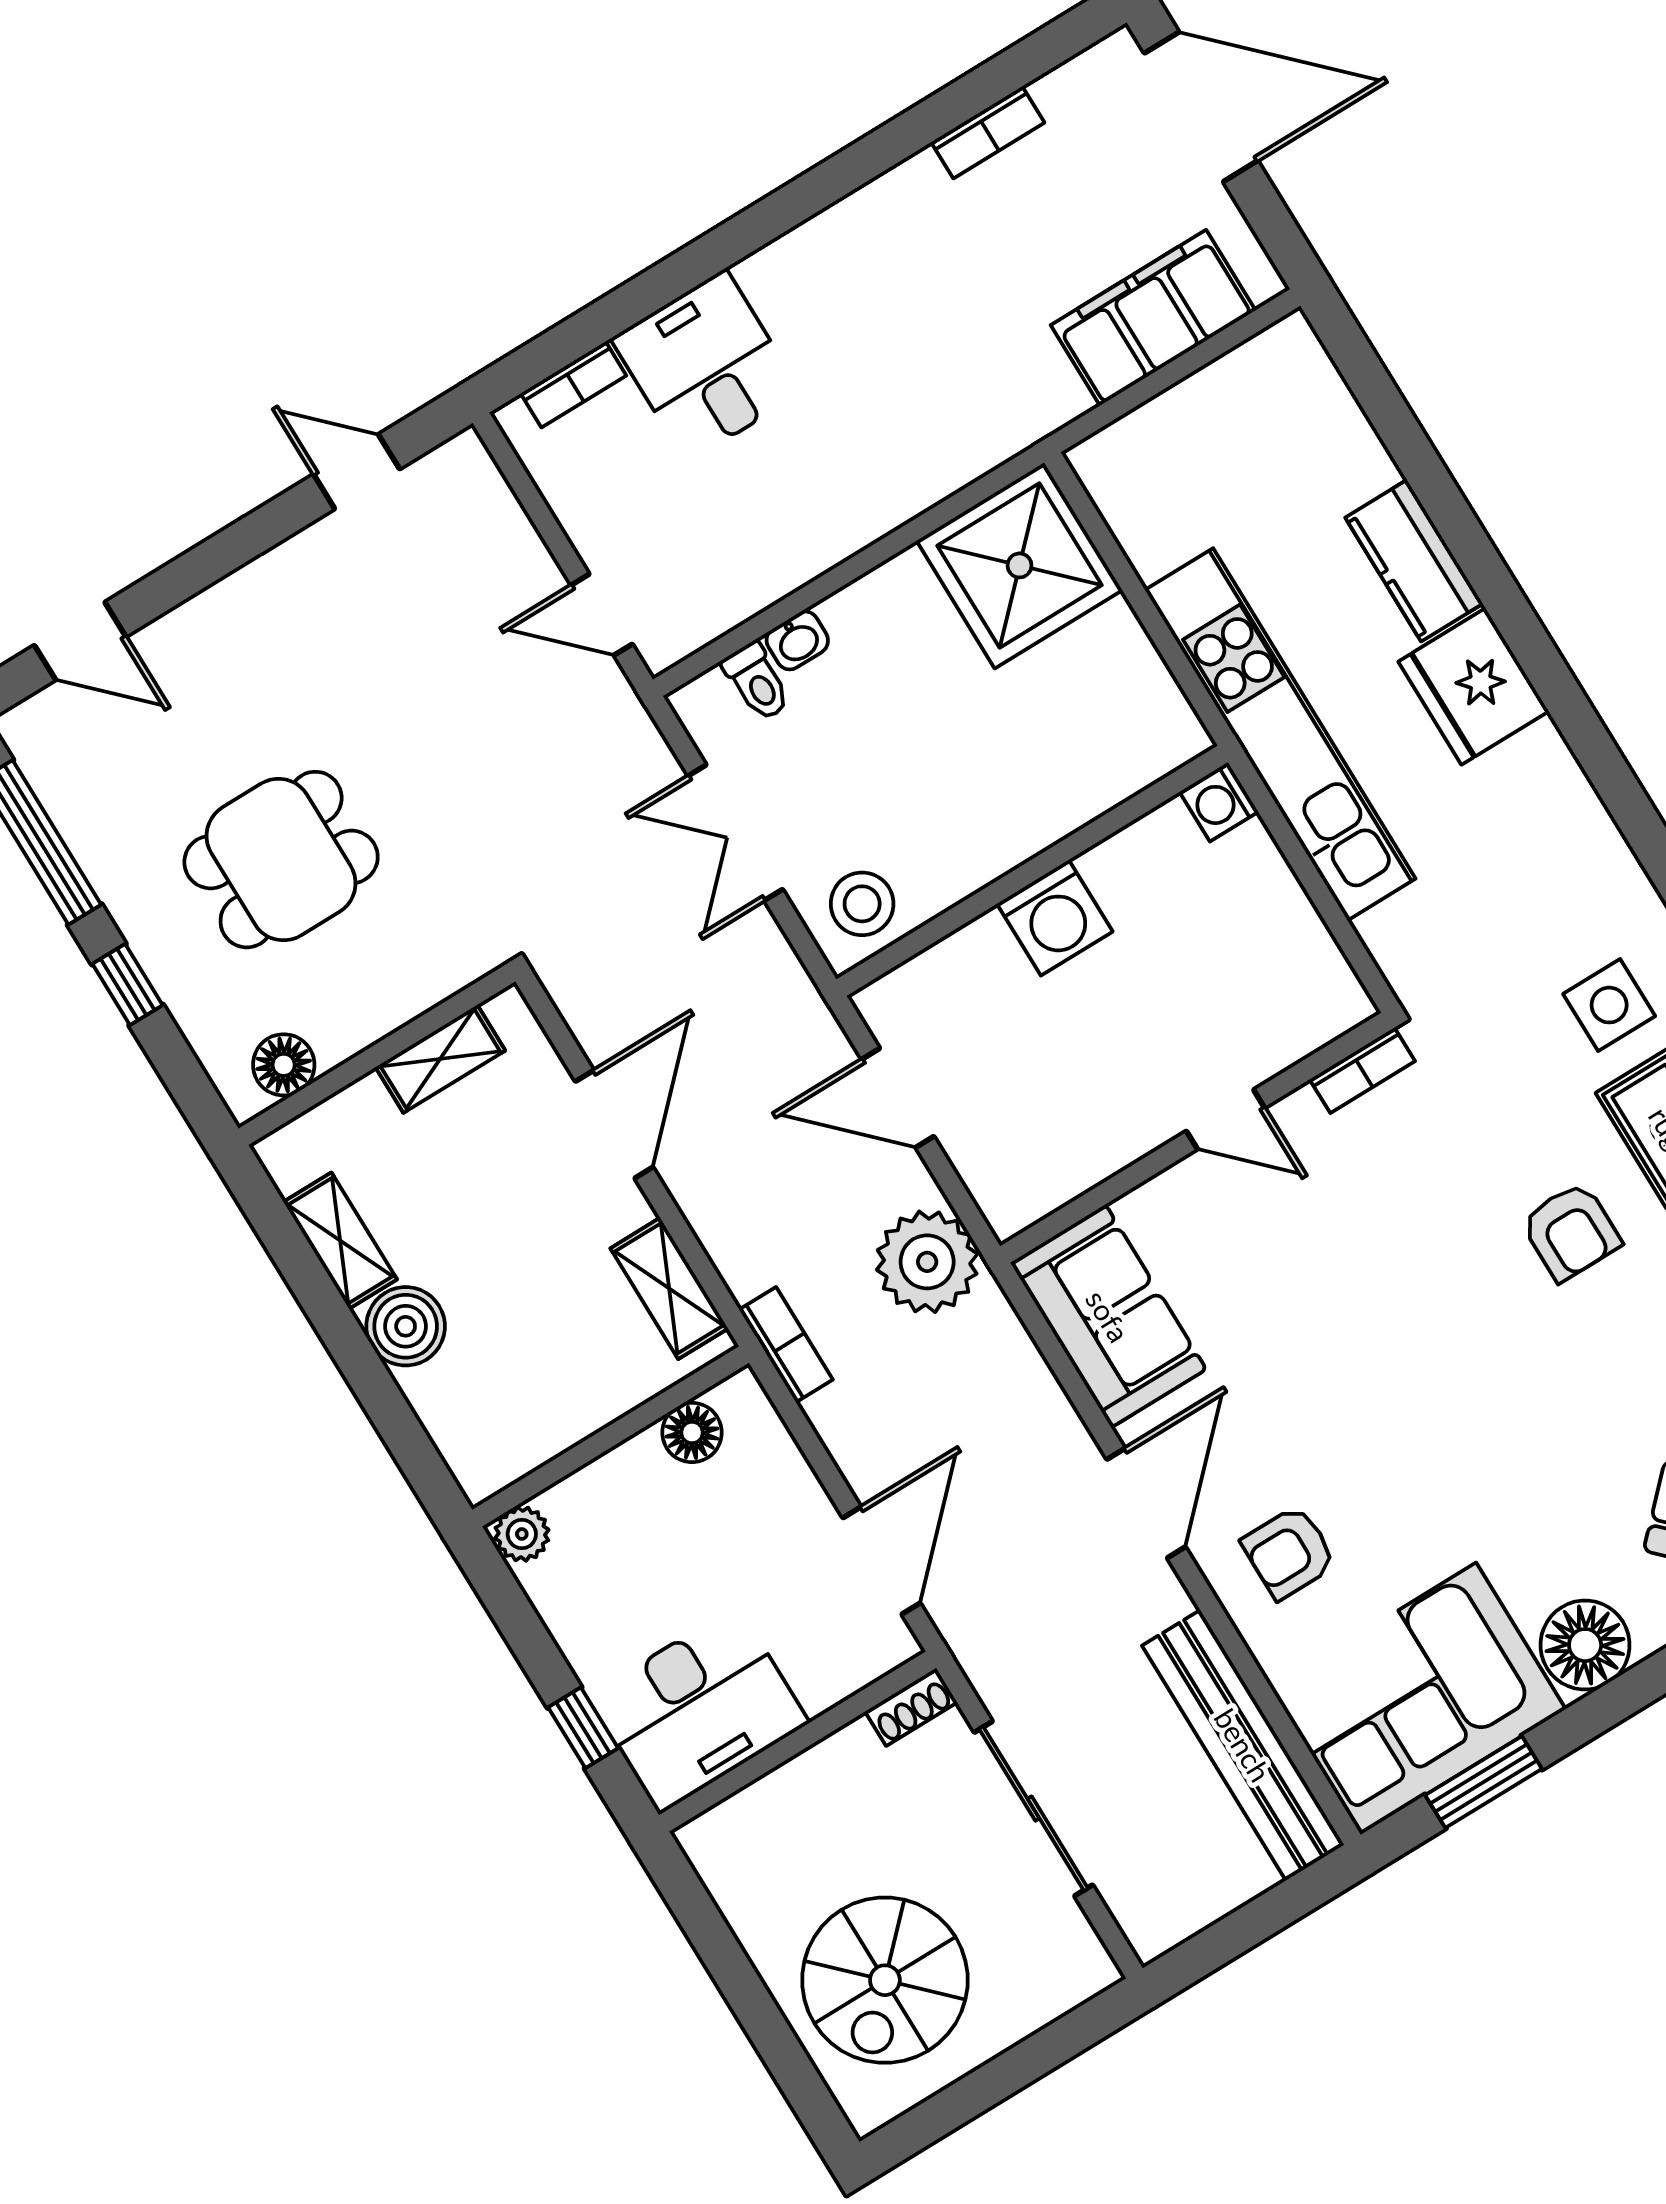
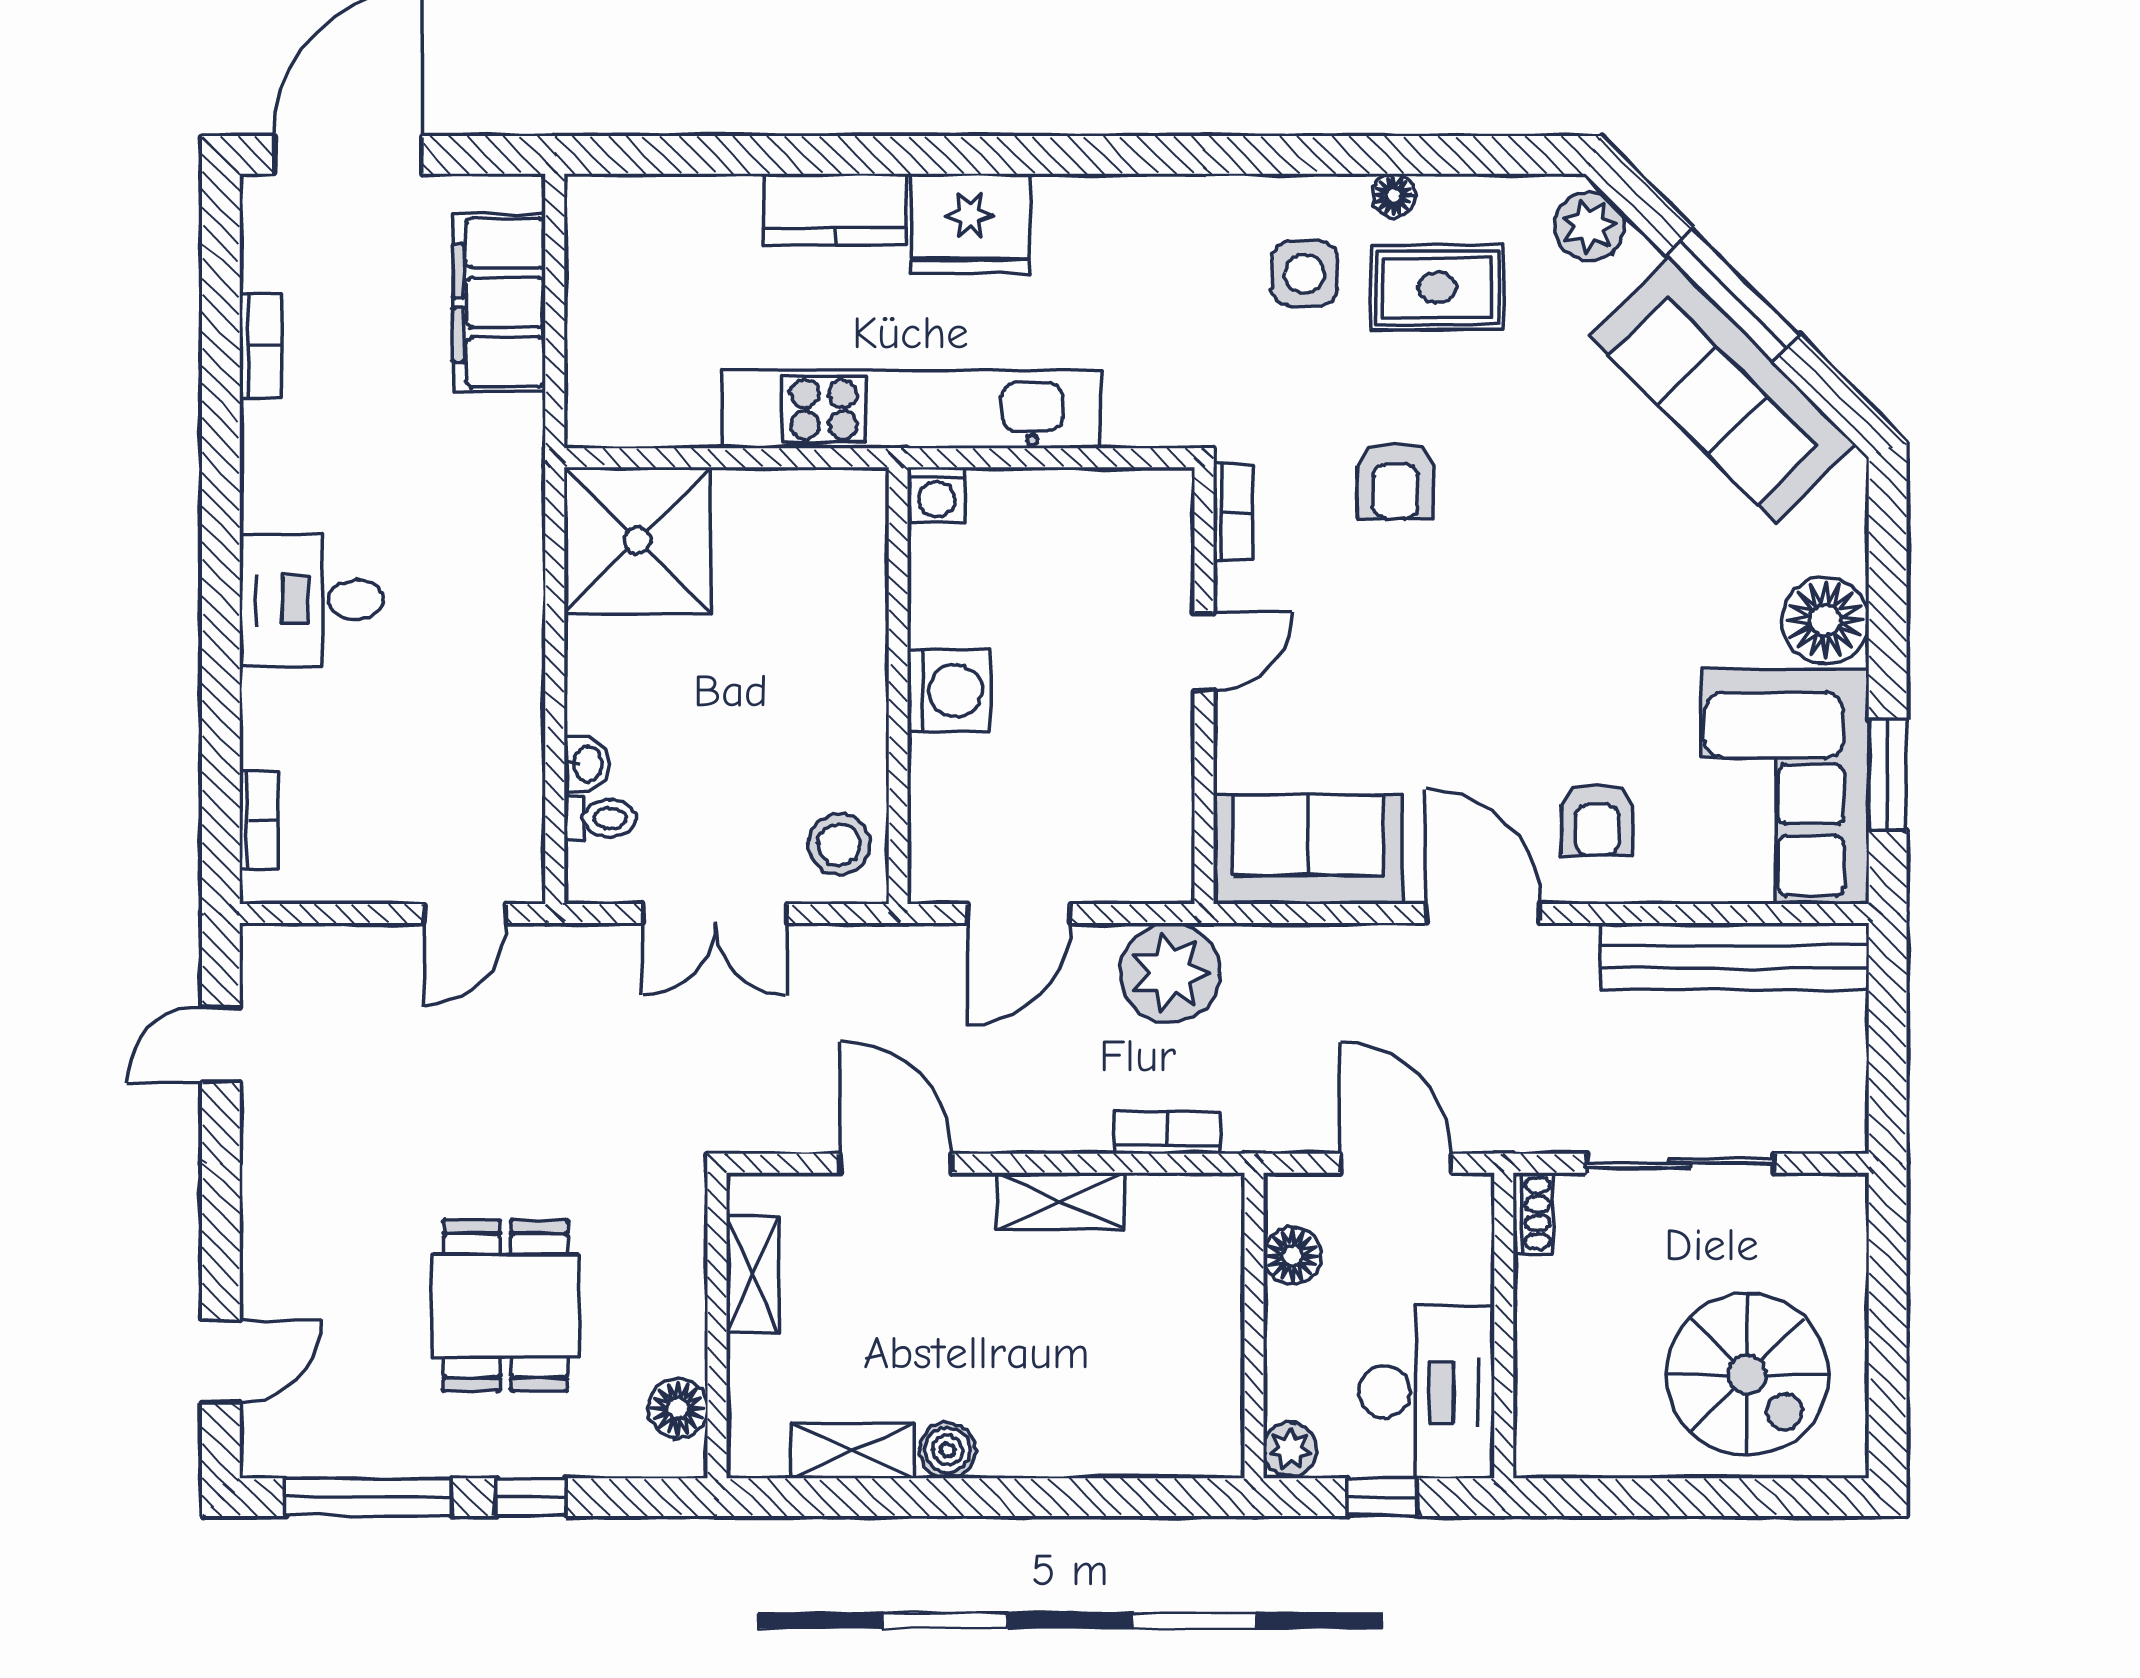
desk: (706, 366) -> (311, 600), moved
armchair: (1571, 1232) -> (1395, 480), moved, turned 90
boiler: (406, 1326) -> (948, 1450), width x0.73, depth x0.73
floor lamp: (692, 1433) -> (1292, 1256), moved
wall: (611, 1436) -> (1254, 1326), moved
plant: (522, 1534) -> (1290, 1449), moved

